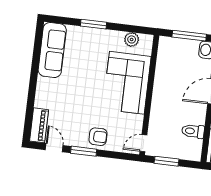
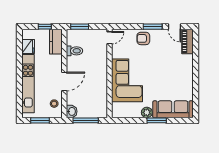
plant: (132, 39) -> (147, 112), moved
sofa: (52, 50) -> (173, 109), moved, turned 90
window: (167, 161) -> (80, 27), moved

